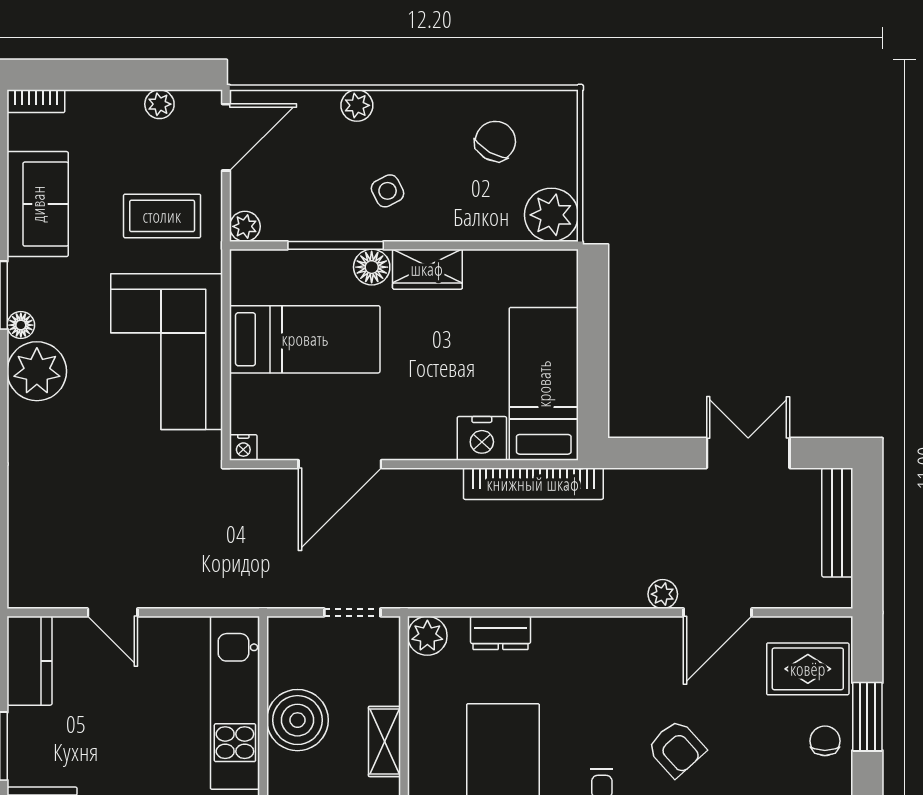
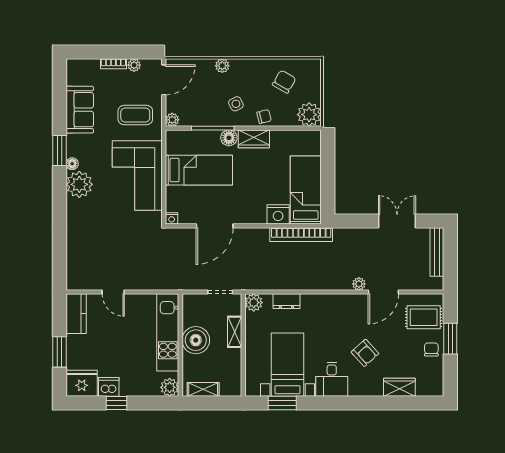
bookcase: (36, 101) -> (113, 64), moved
chair: (450, 219) -> (264, 117), added
shelving: (384, 741) -> (235, 332), moved

